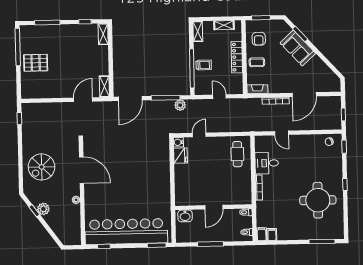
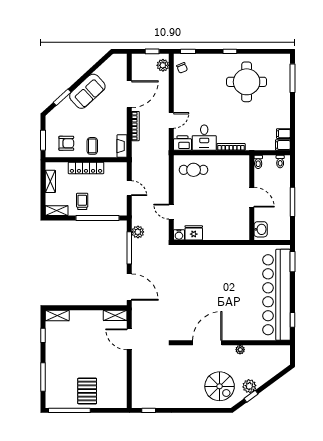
sofa: (298, 48) -> (87, 91), moved
trolley: (204, 65) -> (82, 201), moved
door: (304, 95) -> (129, 94), hinge flipped
door: (219, 97) -> (129, 188), swing flipped
plant: (331, 124) -> (163, 65), added
printer: (261, 144) -> (182, 143), added
spiral stairs: (42, 167) -> (220, 386), moved

